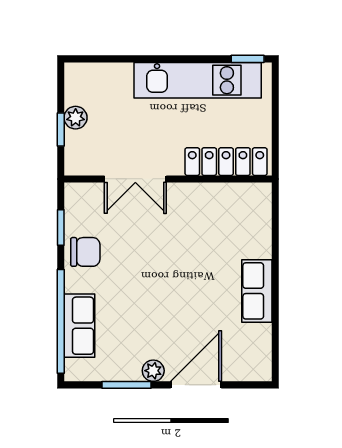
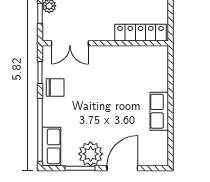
double door: (135, 179) -> (70, 43), moved
row of seats: (79, 326) -> (51, 146), moved
plant: (153, 371) -> (91, 154), width x1.88, depth x1.88

